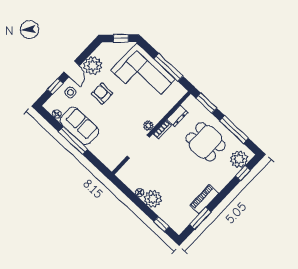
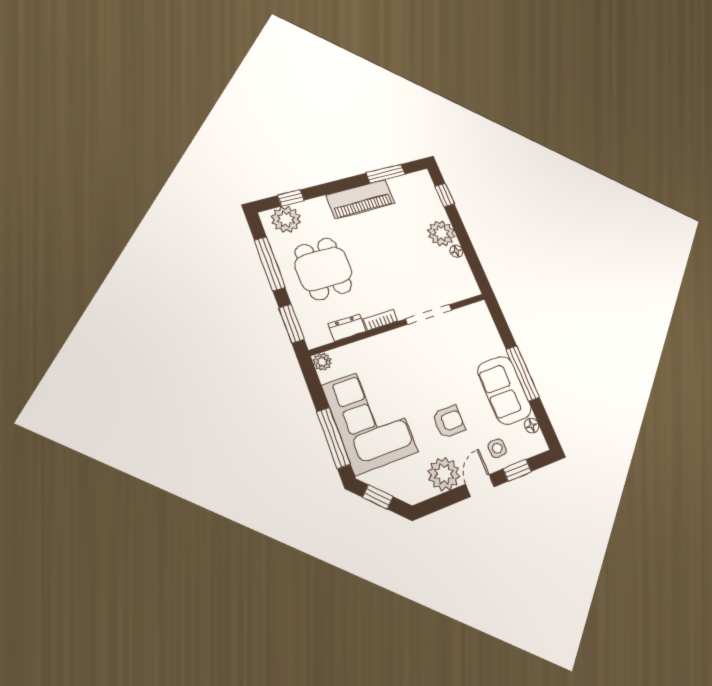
window: (168, 67) -> (333, 438), moved
armchair: (102, 93) -> (449, 422), turned -90
plant: (148, 126) -> (322, 362), moved
piano: (204, 199) -> (361, 199), width x1.37, depth x1.33

